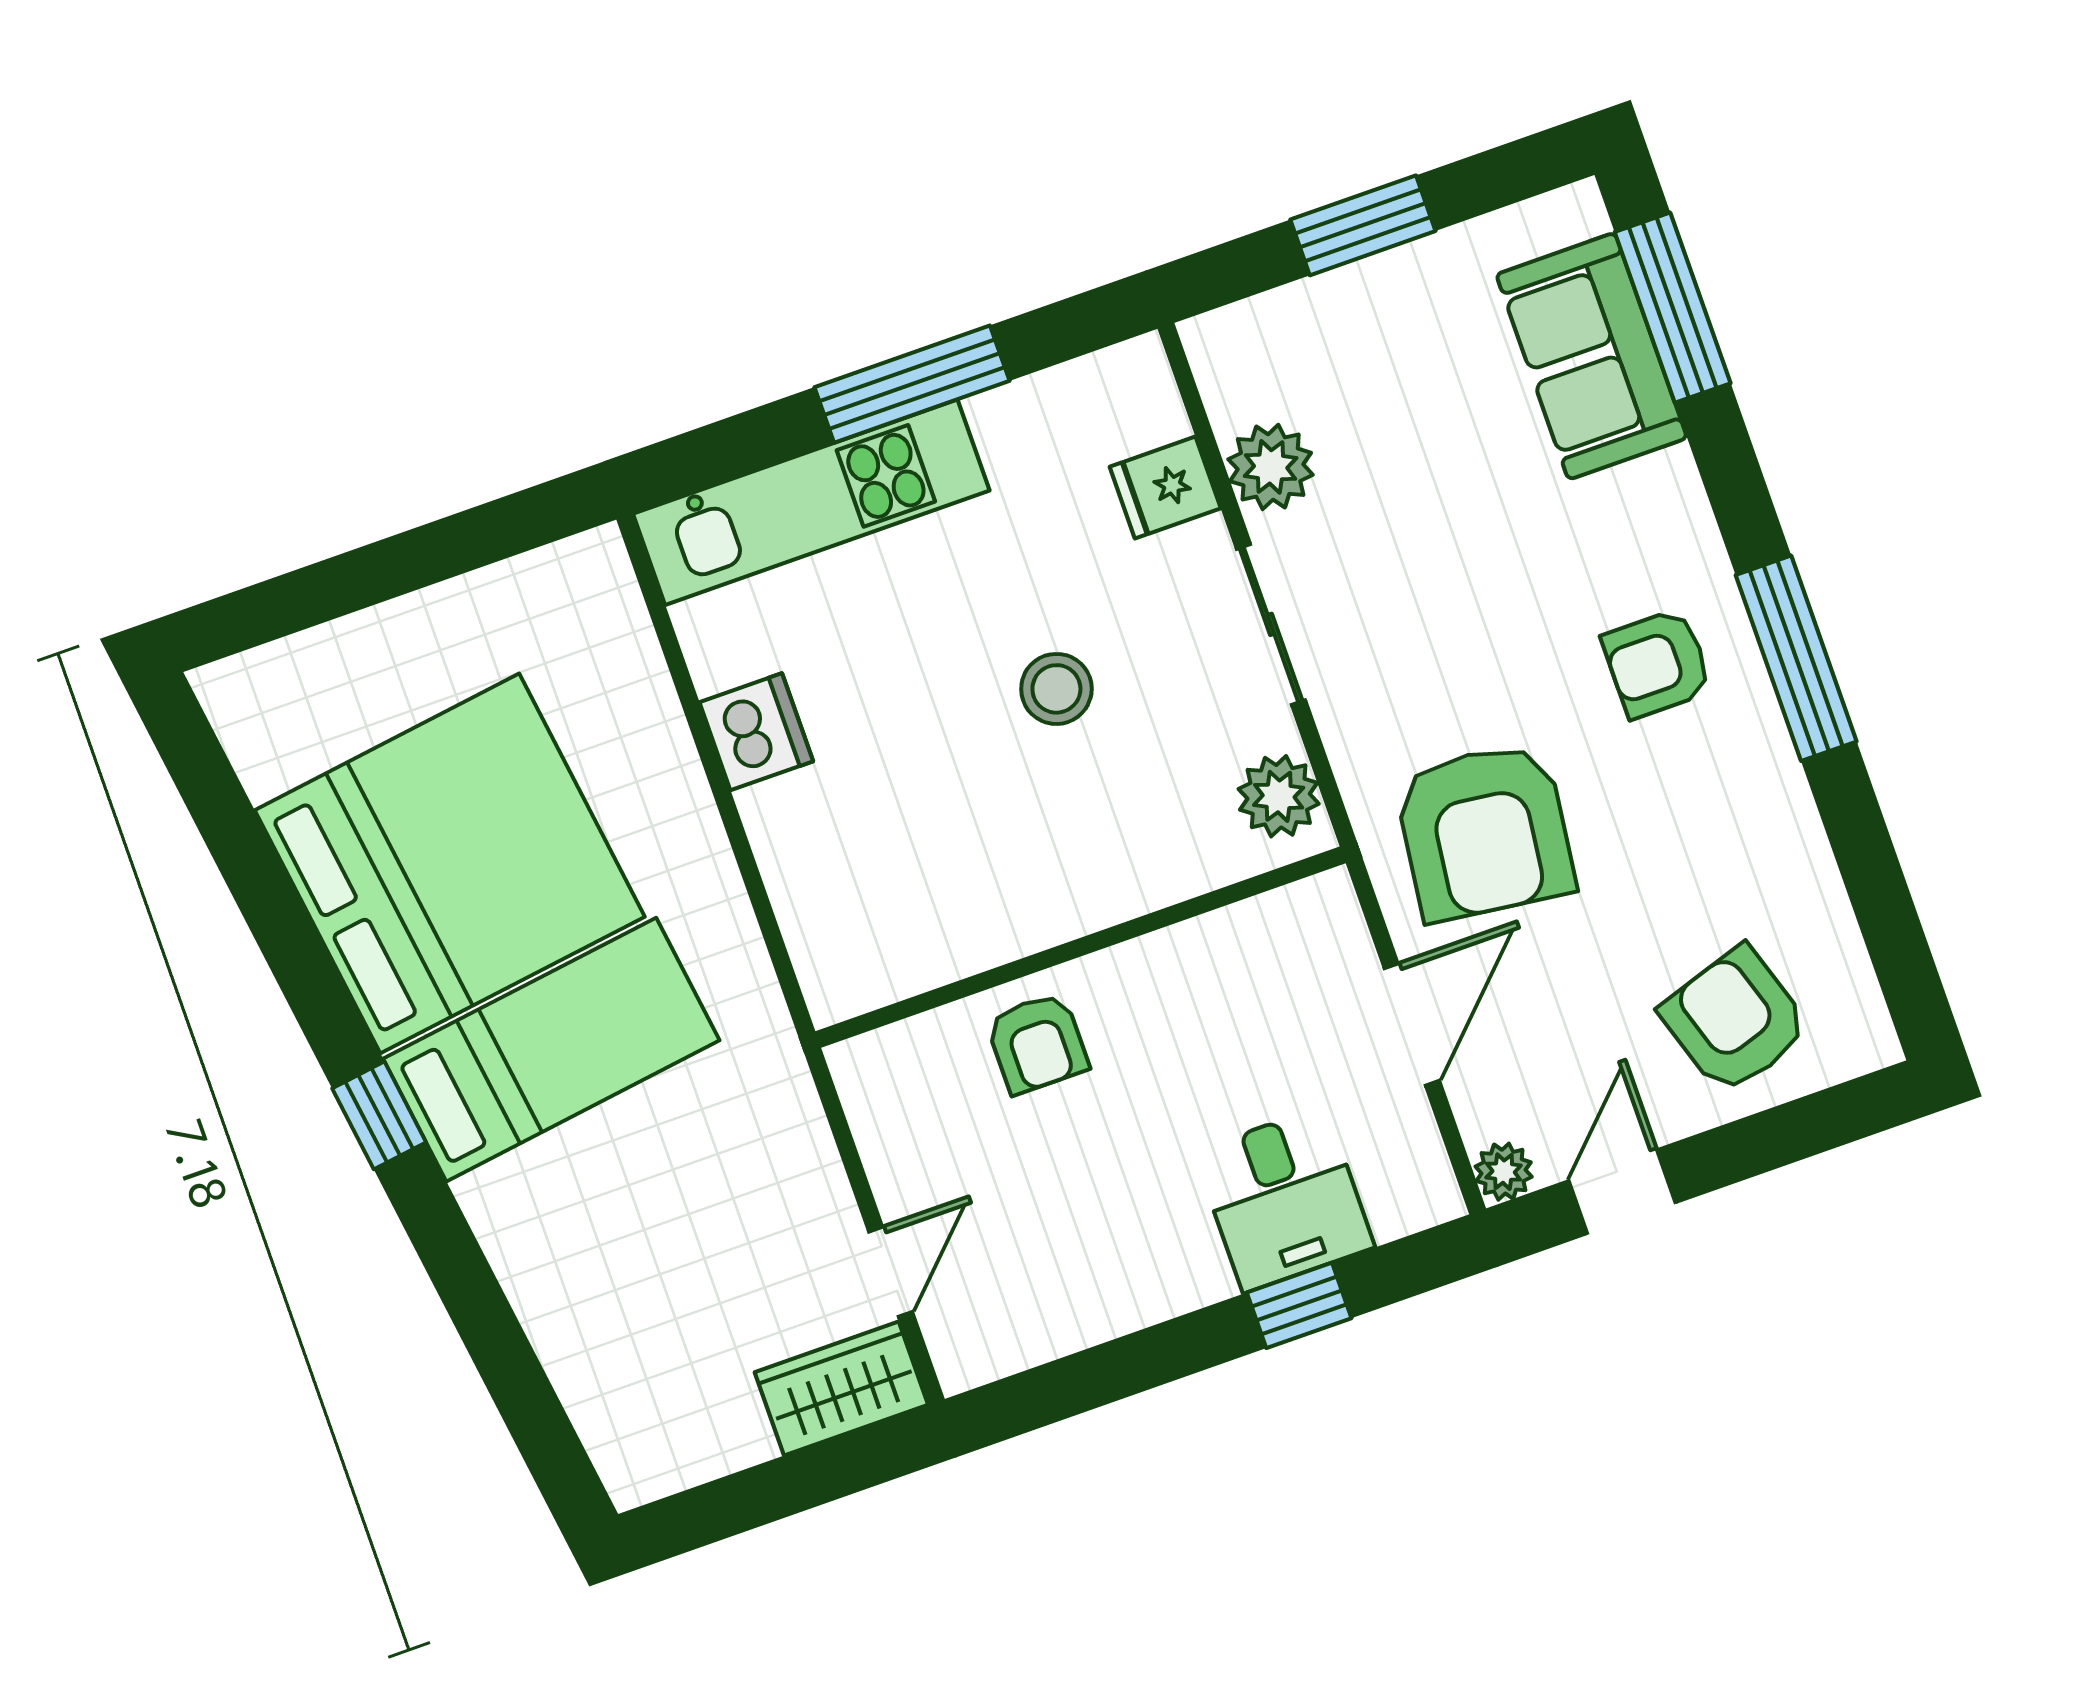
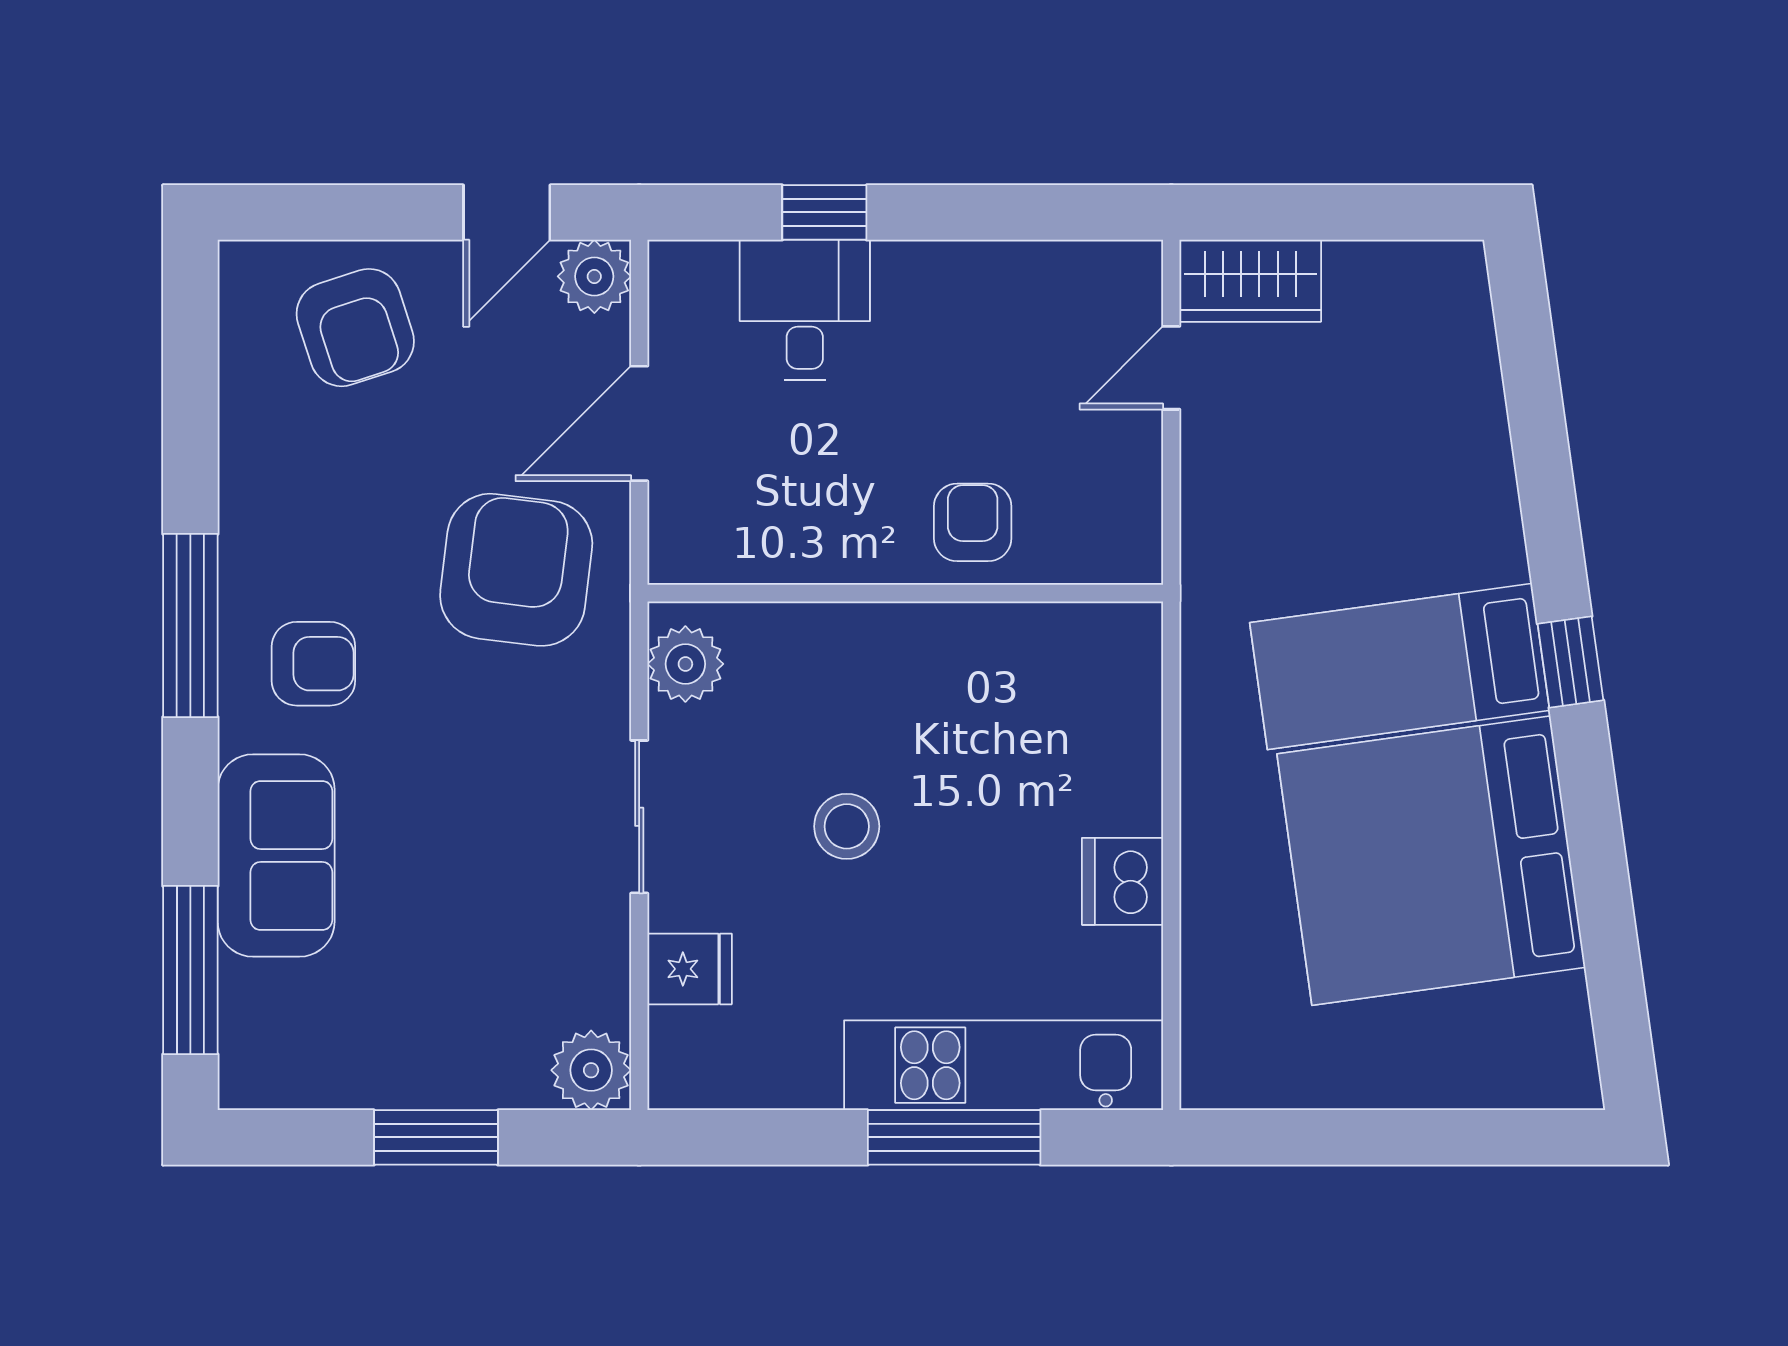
sofa: (1592, 356) -> (276, 855), moved
window: (912, 384) -> (954, 1137), moved
plant: (1271, 467) -> (591, 1070), moved
plant: (1504, 1172) -> (594, 276), width x1.38, depth x1.38

